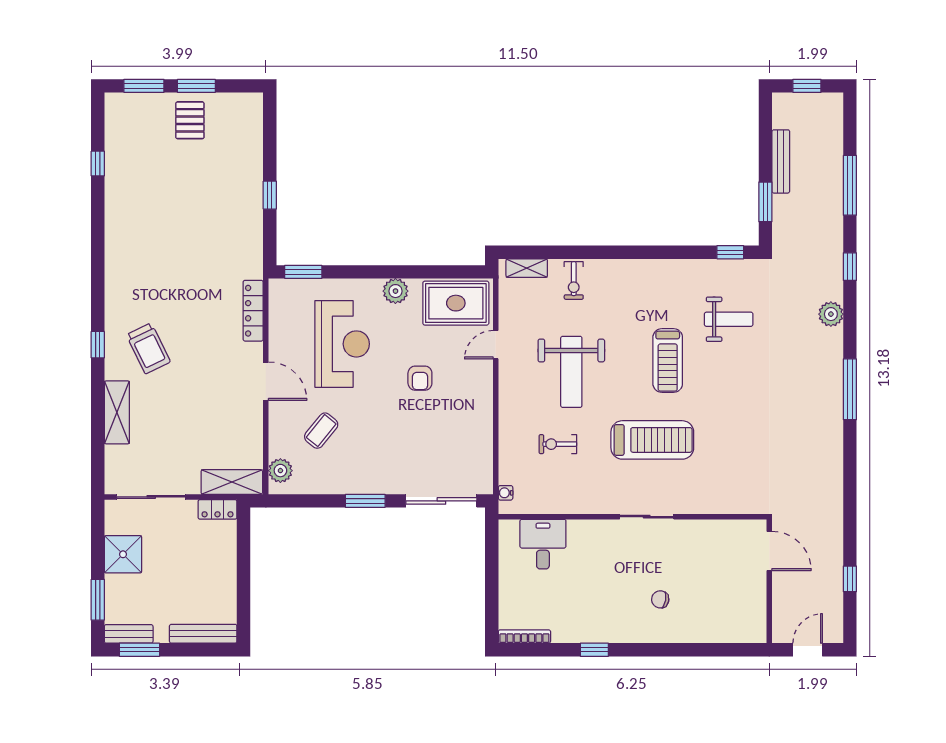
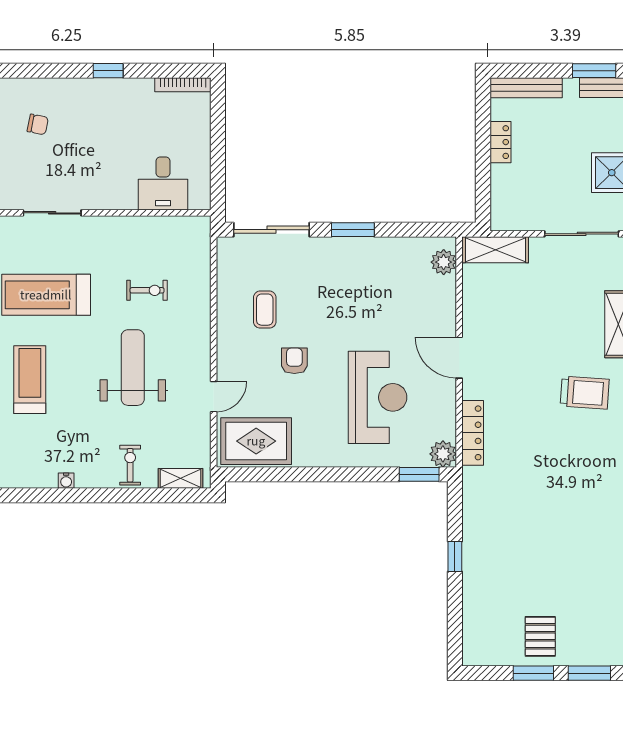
plant: (395, 291) -> (443, 454), moved
reception desk: (342, 344) -> (378, 397), turned 180
trolley: (148, 348) -> (585, 393), turned 120
coffee table: (321, 431) -> (265, 310), moved, turned -39
water cooler: (506, 493) -> (66, 481), moved, turned 90
locker: (217, 509) -> (501, 142), moved, turned 90

